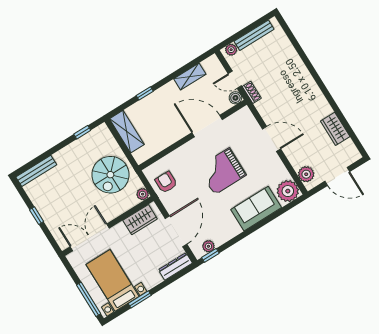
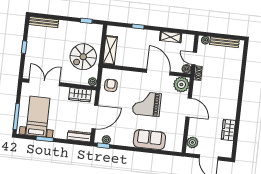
shelving: (127, 132) -> (110, 50), moved
plant: (288, 191) -> (181, 85), moved

